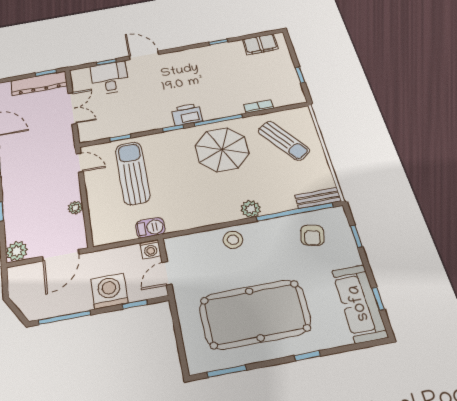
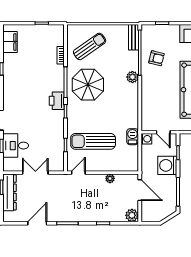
armchair: (312, 235) -> (156, 58), moved
stool: (233, 240) -> (150, 92), removed

